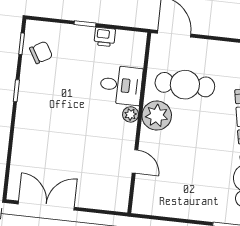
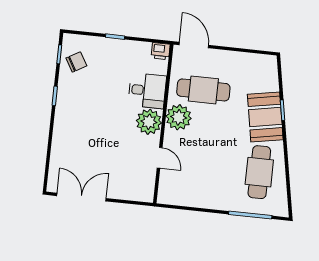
printer: (105, 37) -> (161, 51), moved
plant: (130, 114) -> (149, 122), width x1.87, depth x1.87

